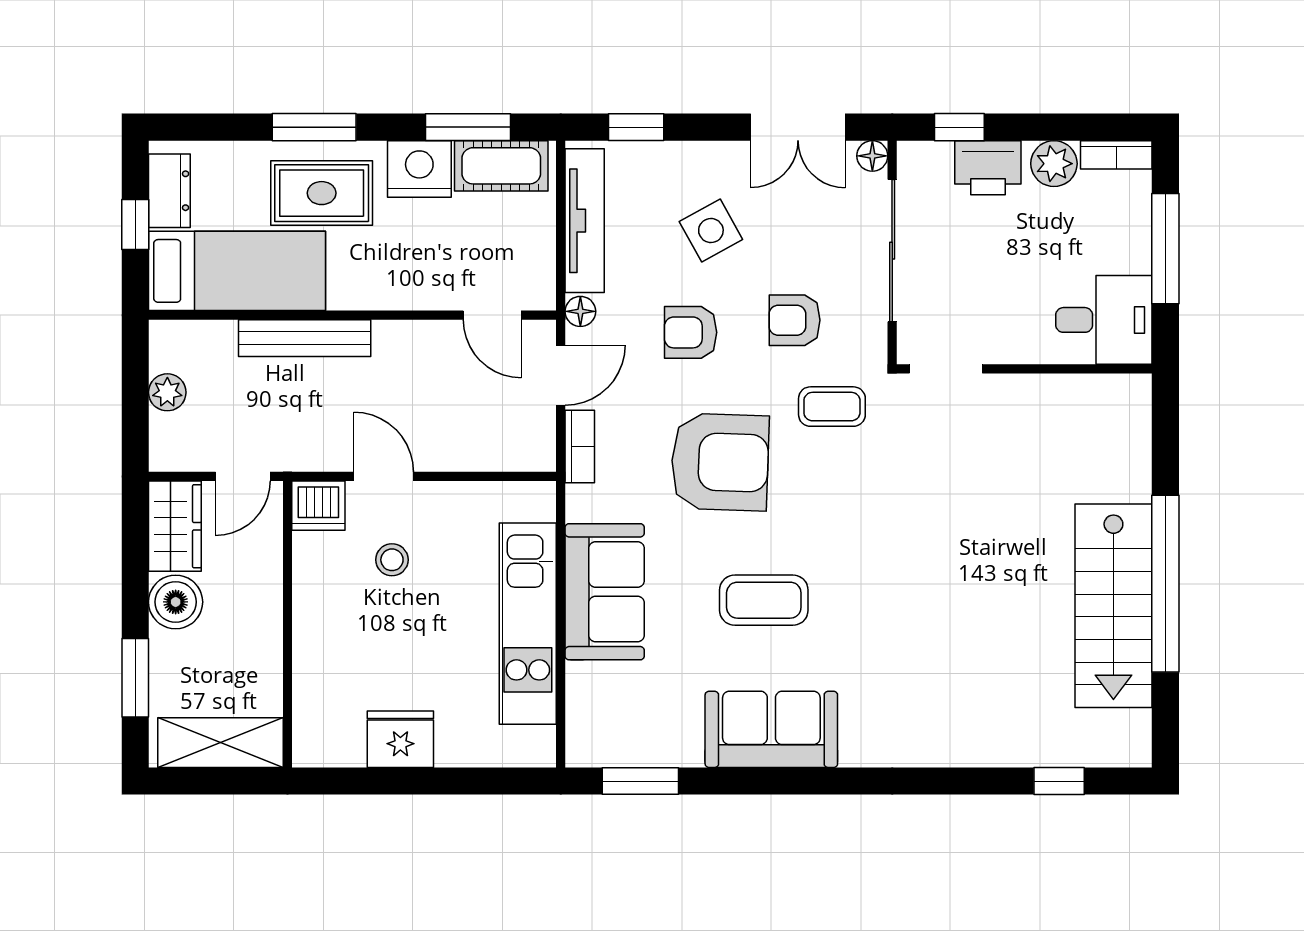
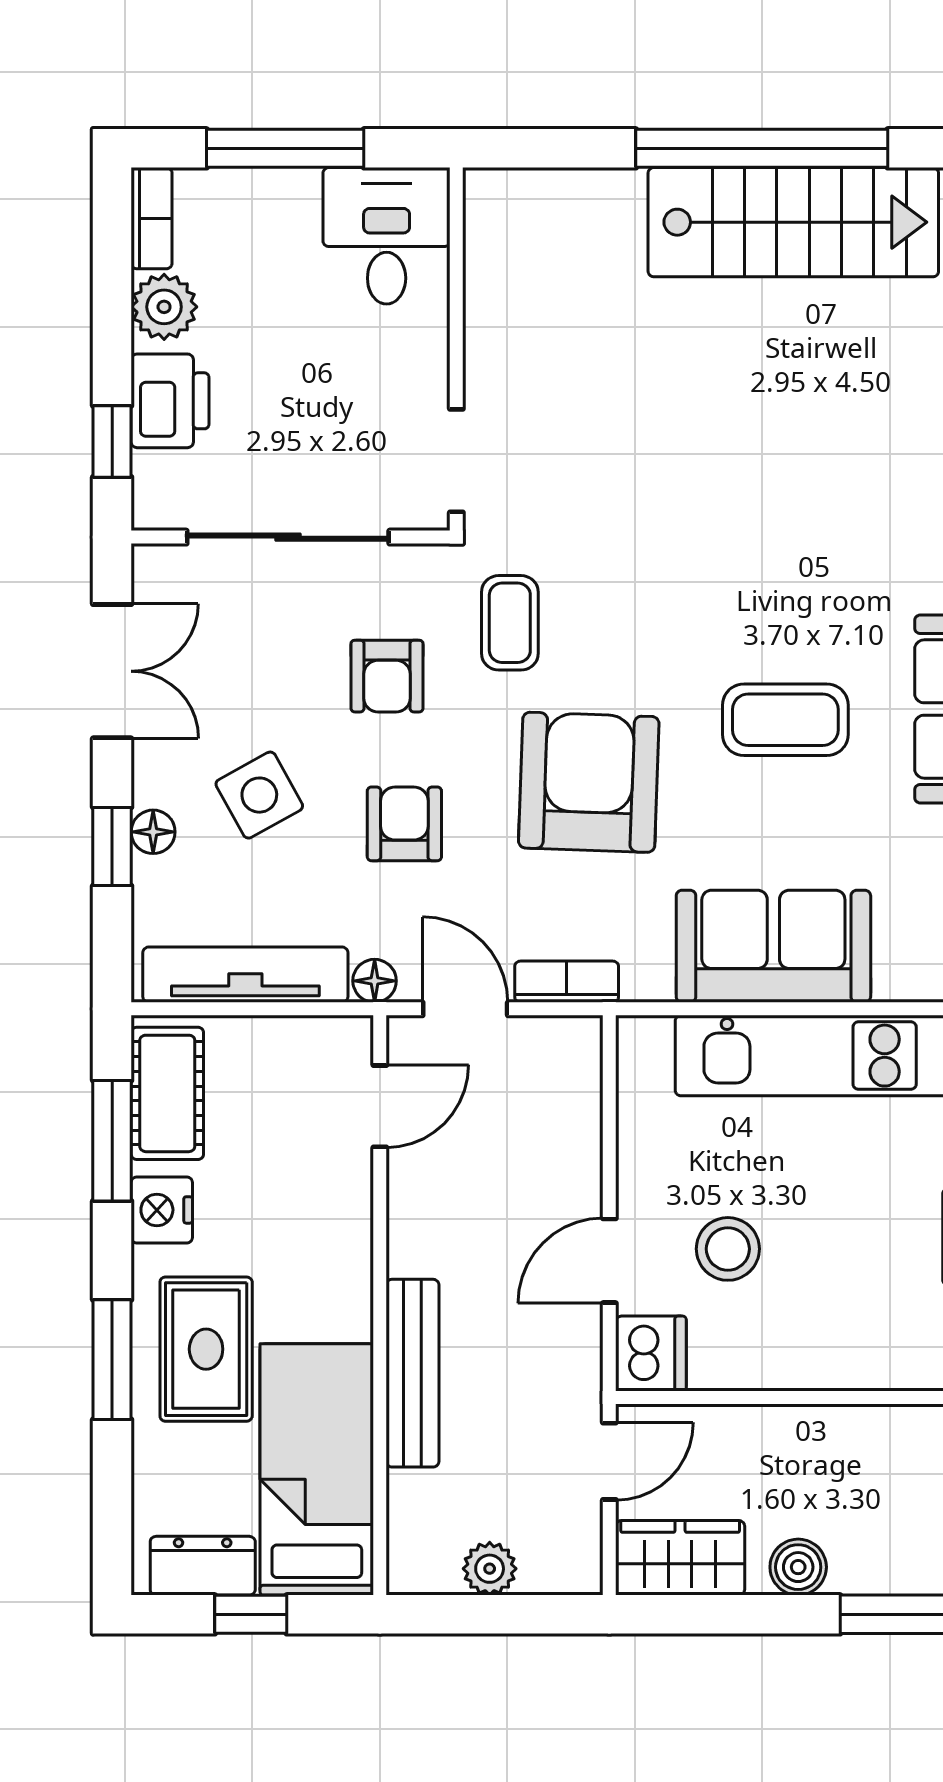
window: (636, 127) -> (112, 847), moved
floor lamp: (872, 156) -> (153, 832), moved
nightstand: (419, 169) -> (162, 1210), width x0.74, depth x0.75
armchair: (691, 332) -> (404, 824), turned 180
door: (243, 476) -> (609, 1461), hinge flipped
stool: (392, 560) -> (728, 1249), width x1.37, depth x1.37
coffee table: (764, 600) -> (785, 720), turned 90
boiler: (176, 602) -> (798, 1567), width x0.73, depth x0.73

